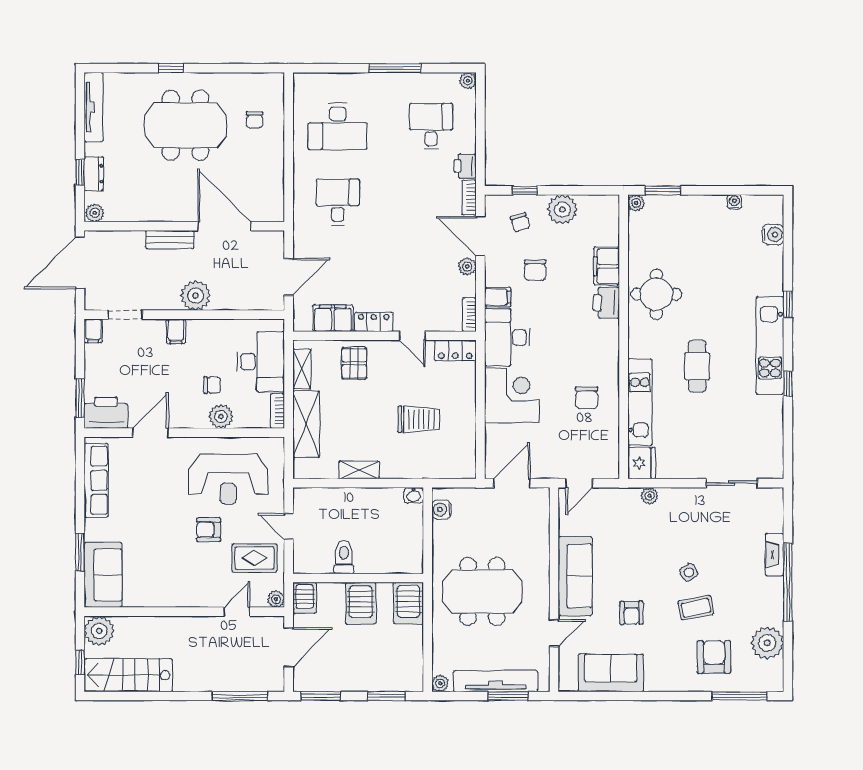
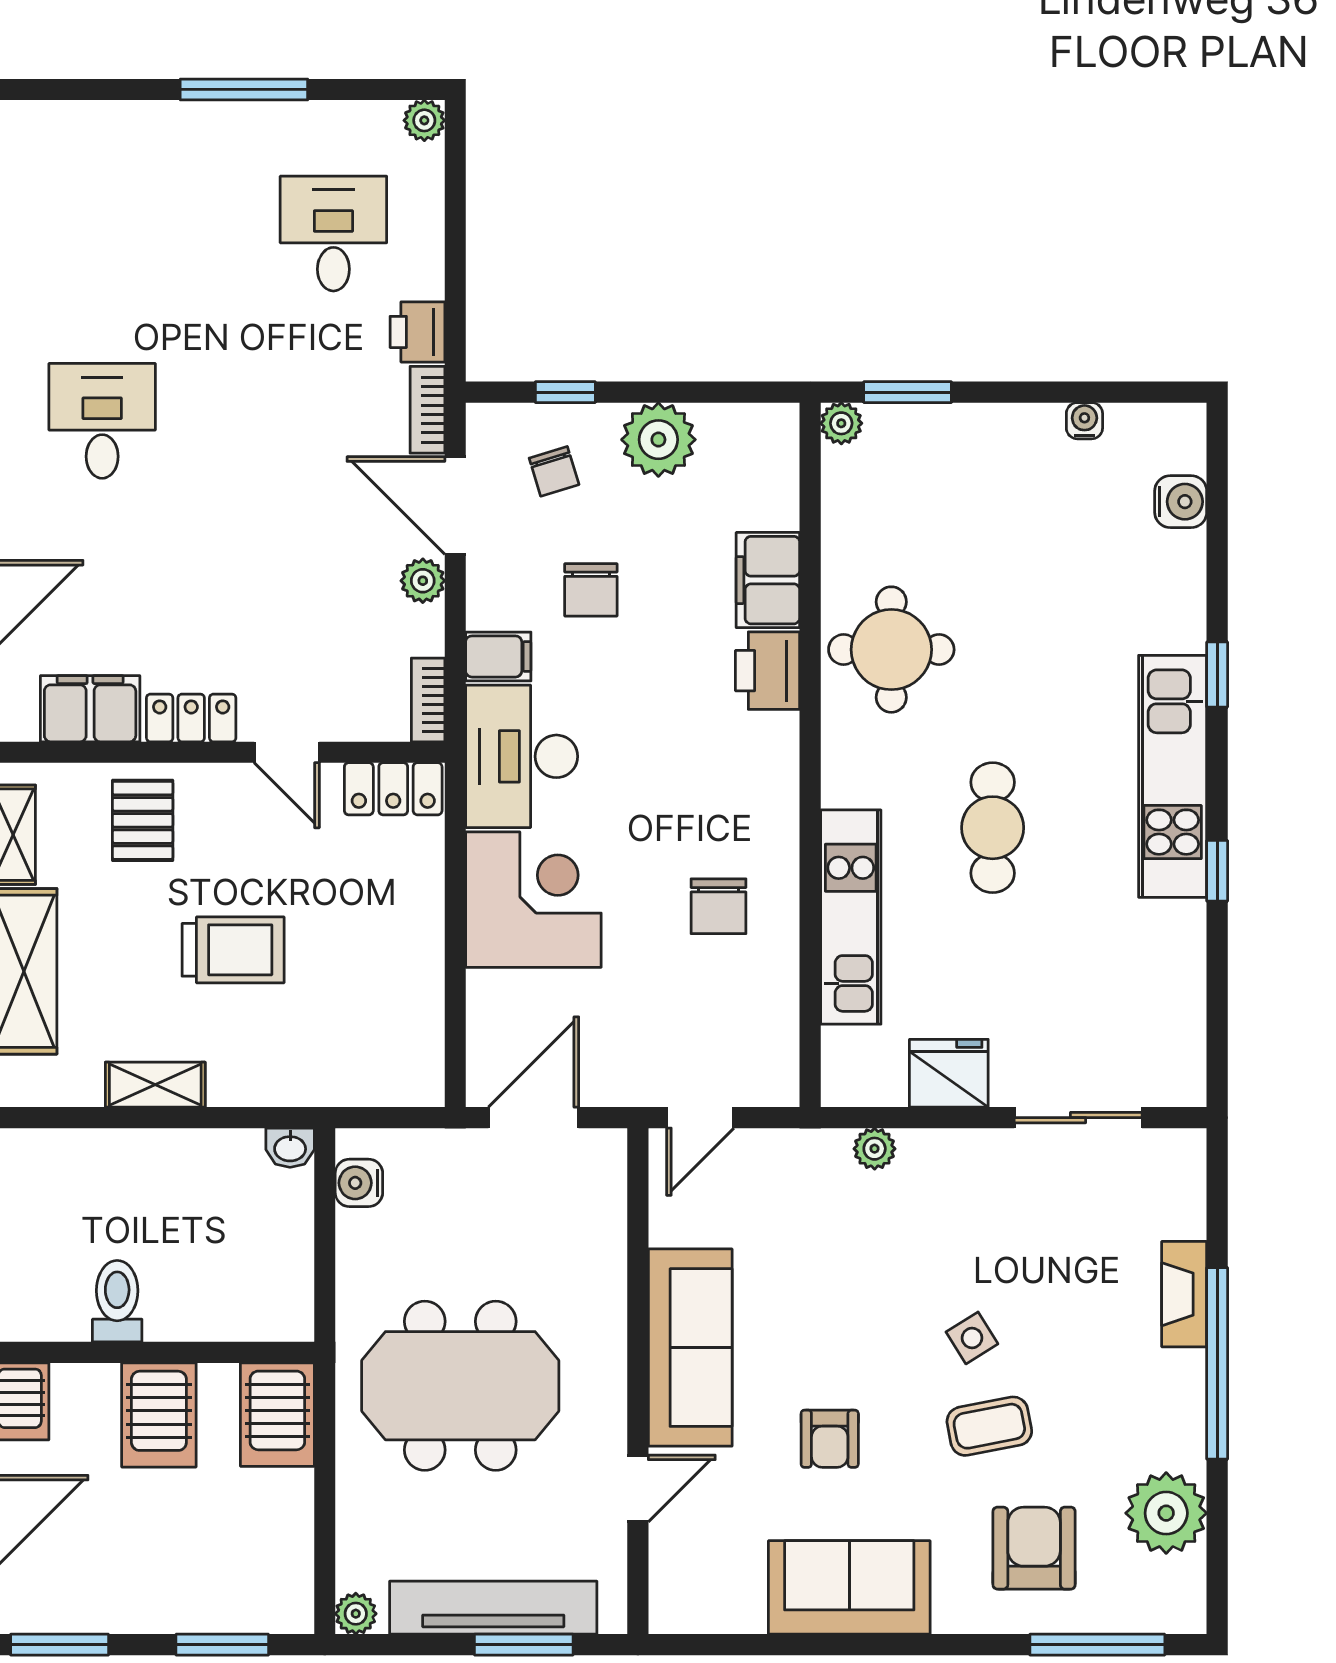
desk: (338, 126) -> (102, 234), removed
trolley: (419, 419) -> (233, 950), moved
fridge: (641, 463) -> (949, 1073), moved, turned -90
sofa: (611, 673) -> (849, 1587), moved

